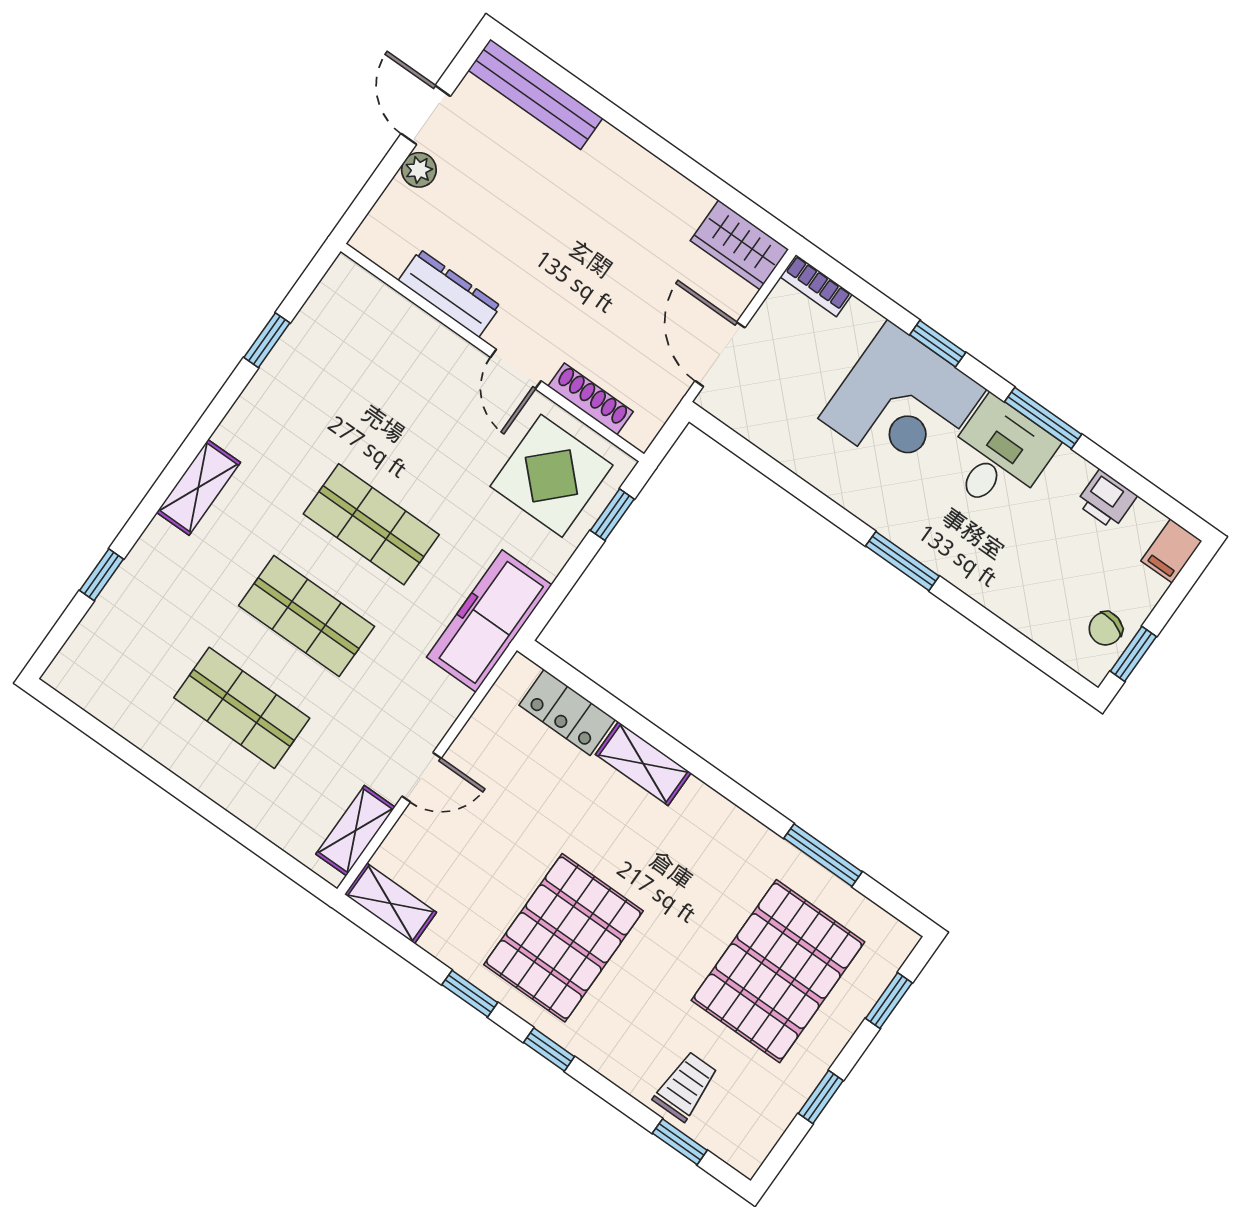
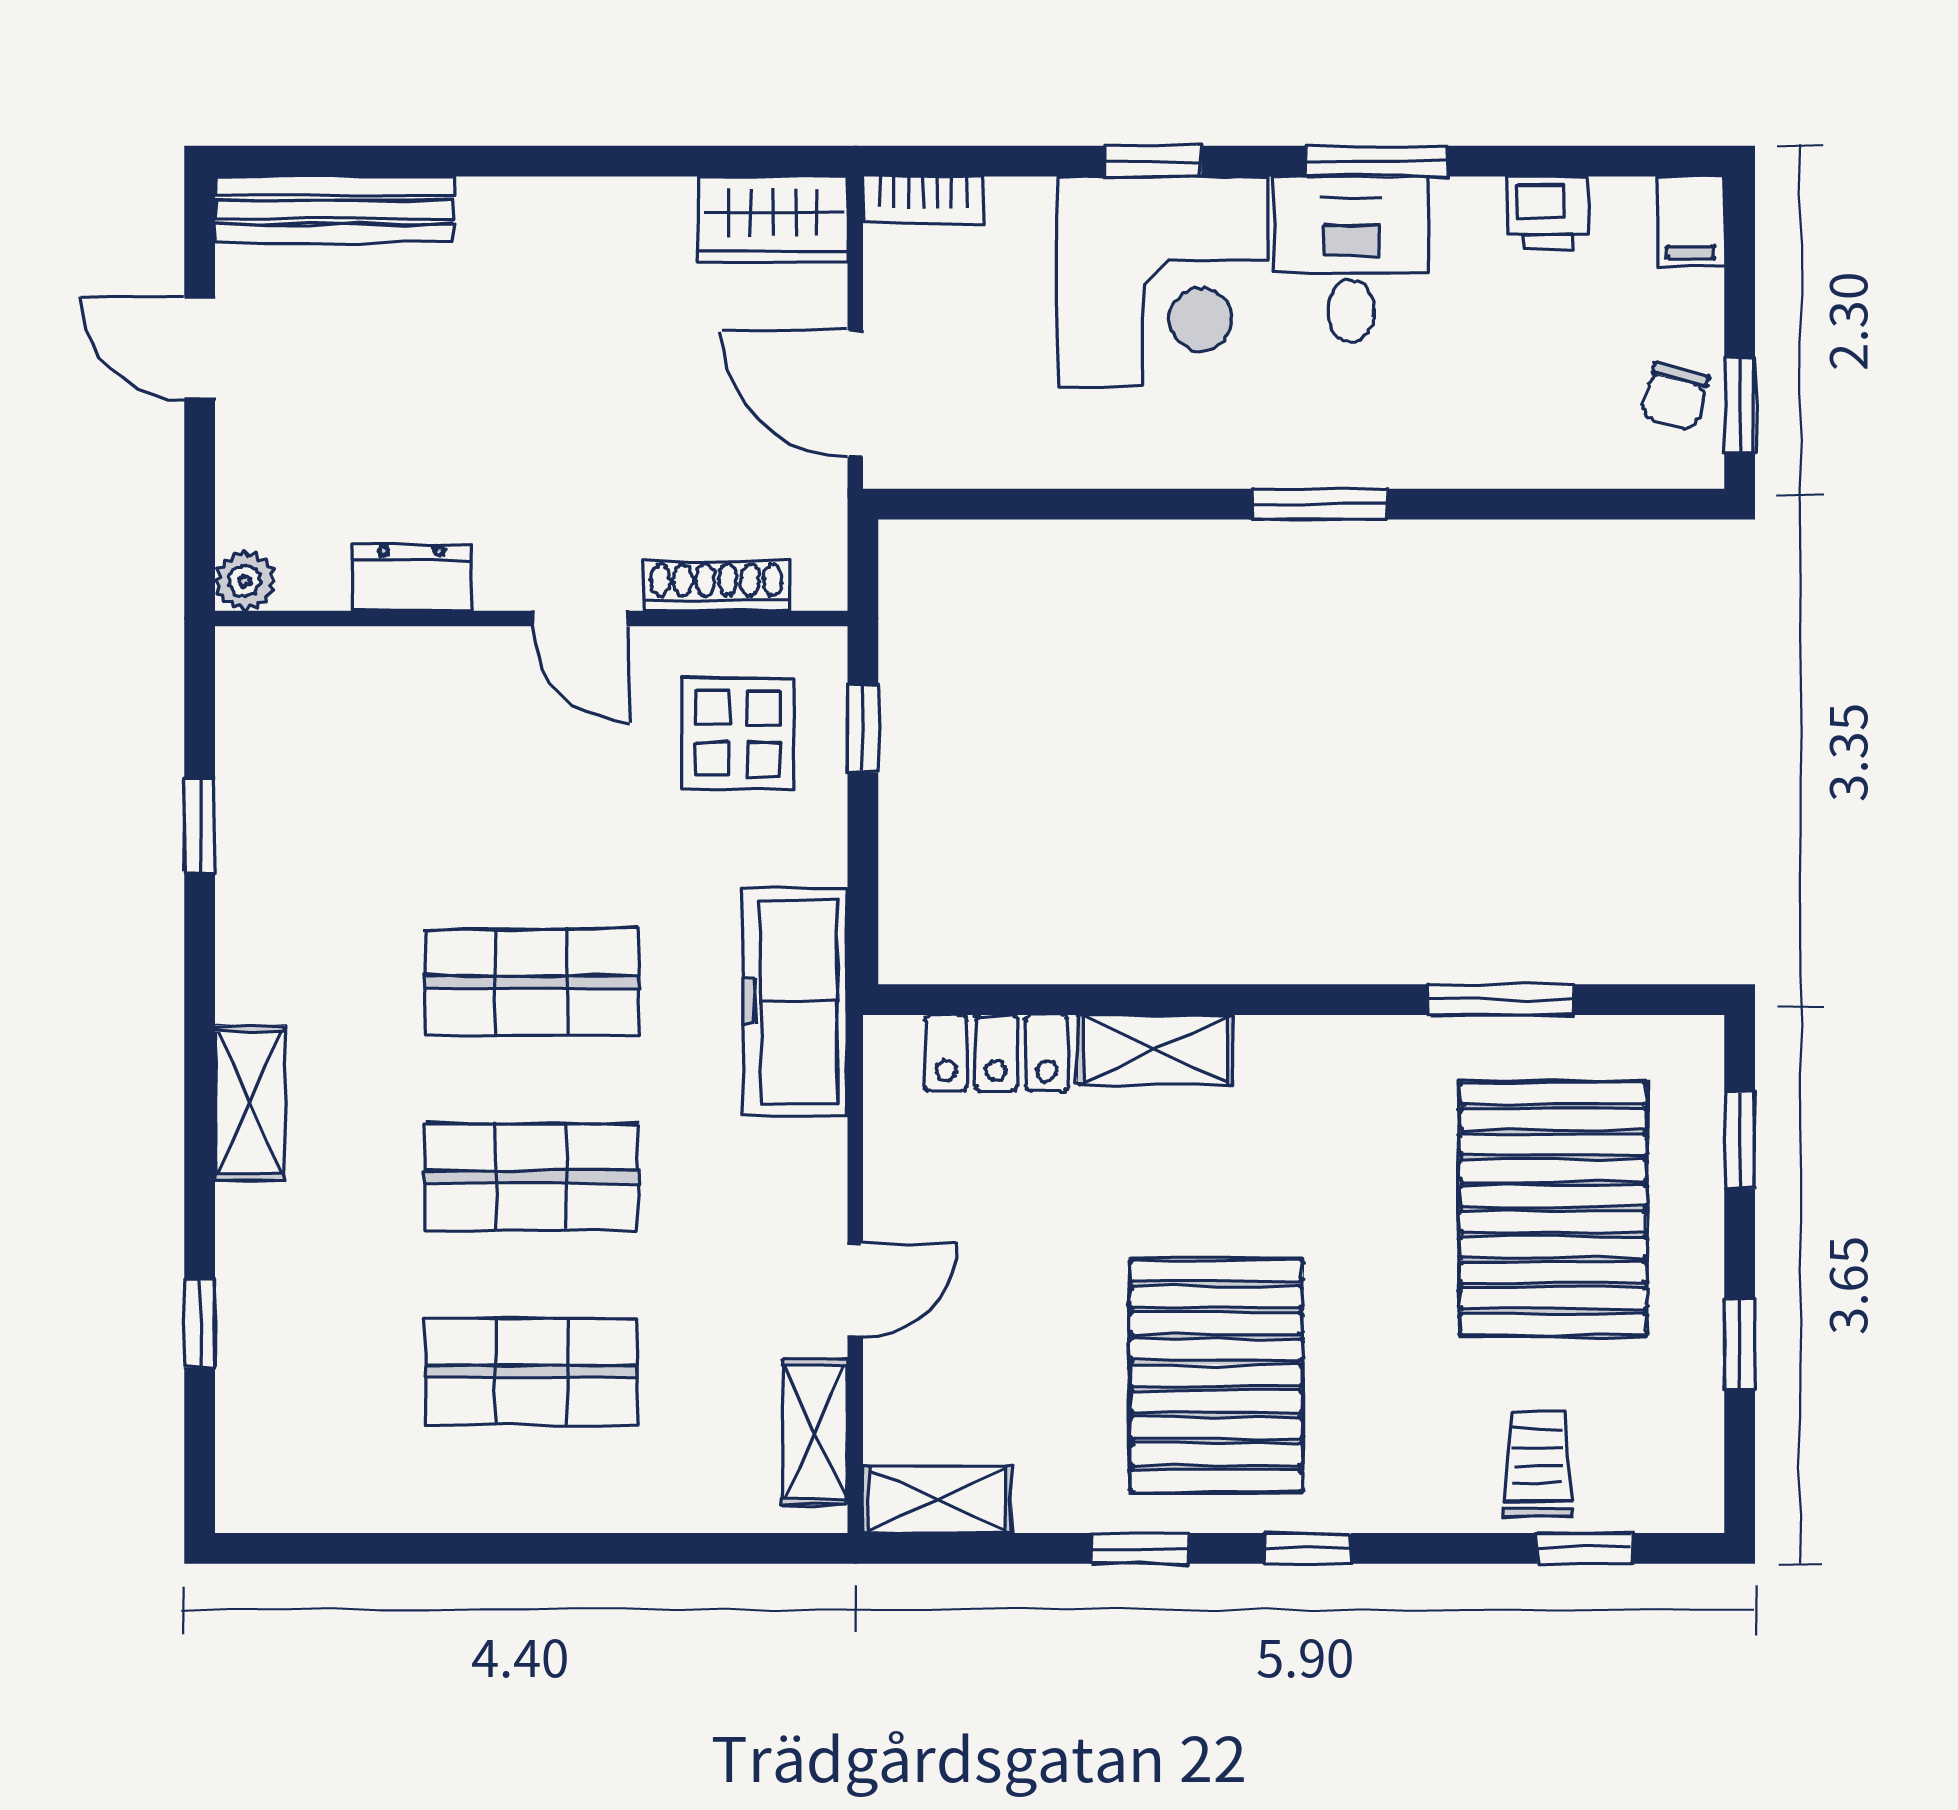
plant: (419, 170) -> (245, 581), moved
dresser: (449, 293) -> (411, 577), width x0.70
display table: (551, 476) -> (738, 734), width x0.73, depth x0.73

